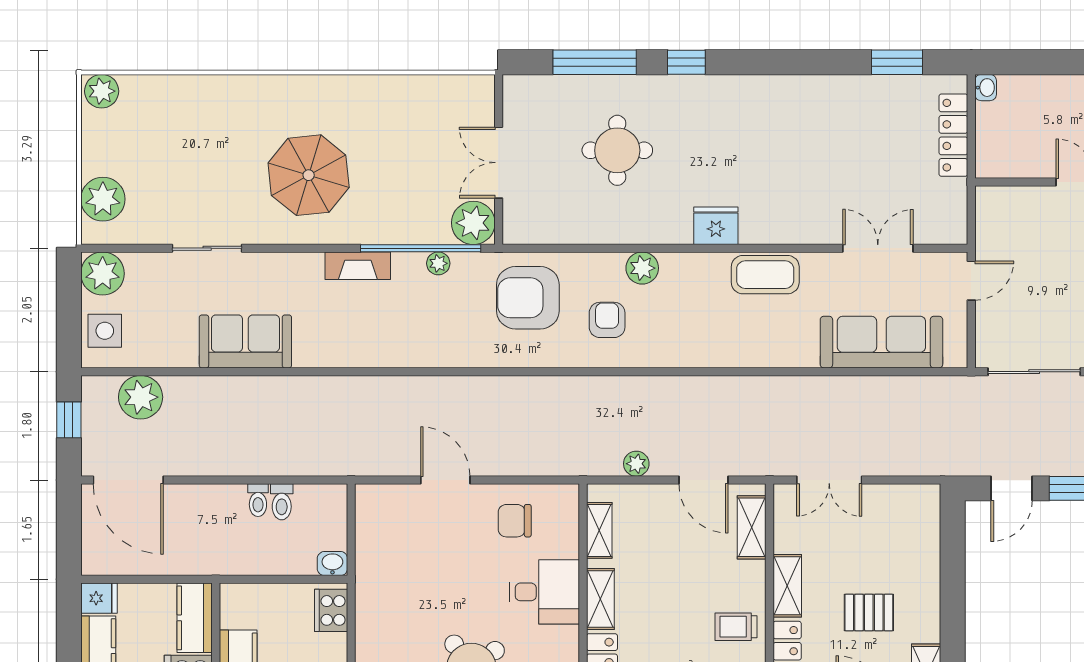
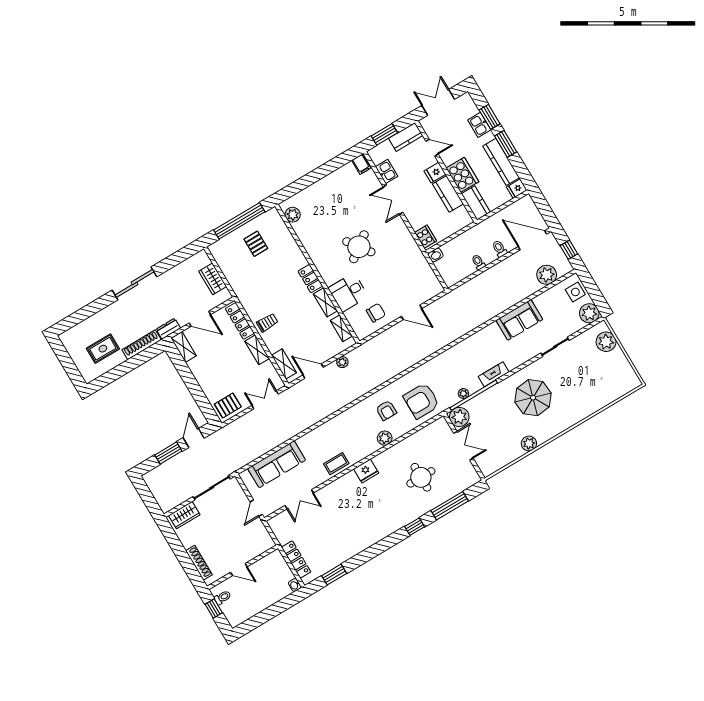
plant: (102, 91) -> (529, 443), moved
coffee table: (765, 275) -> (336, 464), width x0.73, depth x0.77
armchair: (528, 298) -> (421, 401), turned 180
toilet: (282, 502) -> (500, 249), moved
pallet: (869, 613) -> (228, 405), moved

